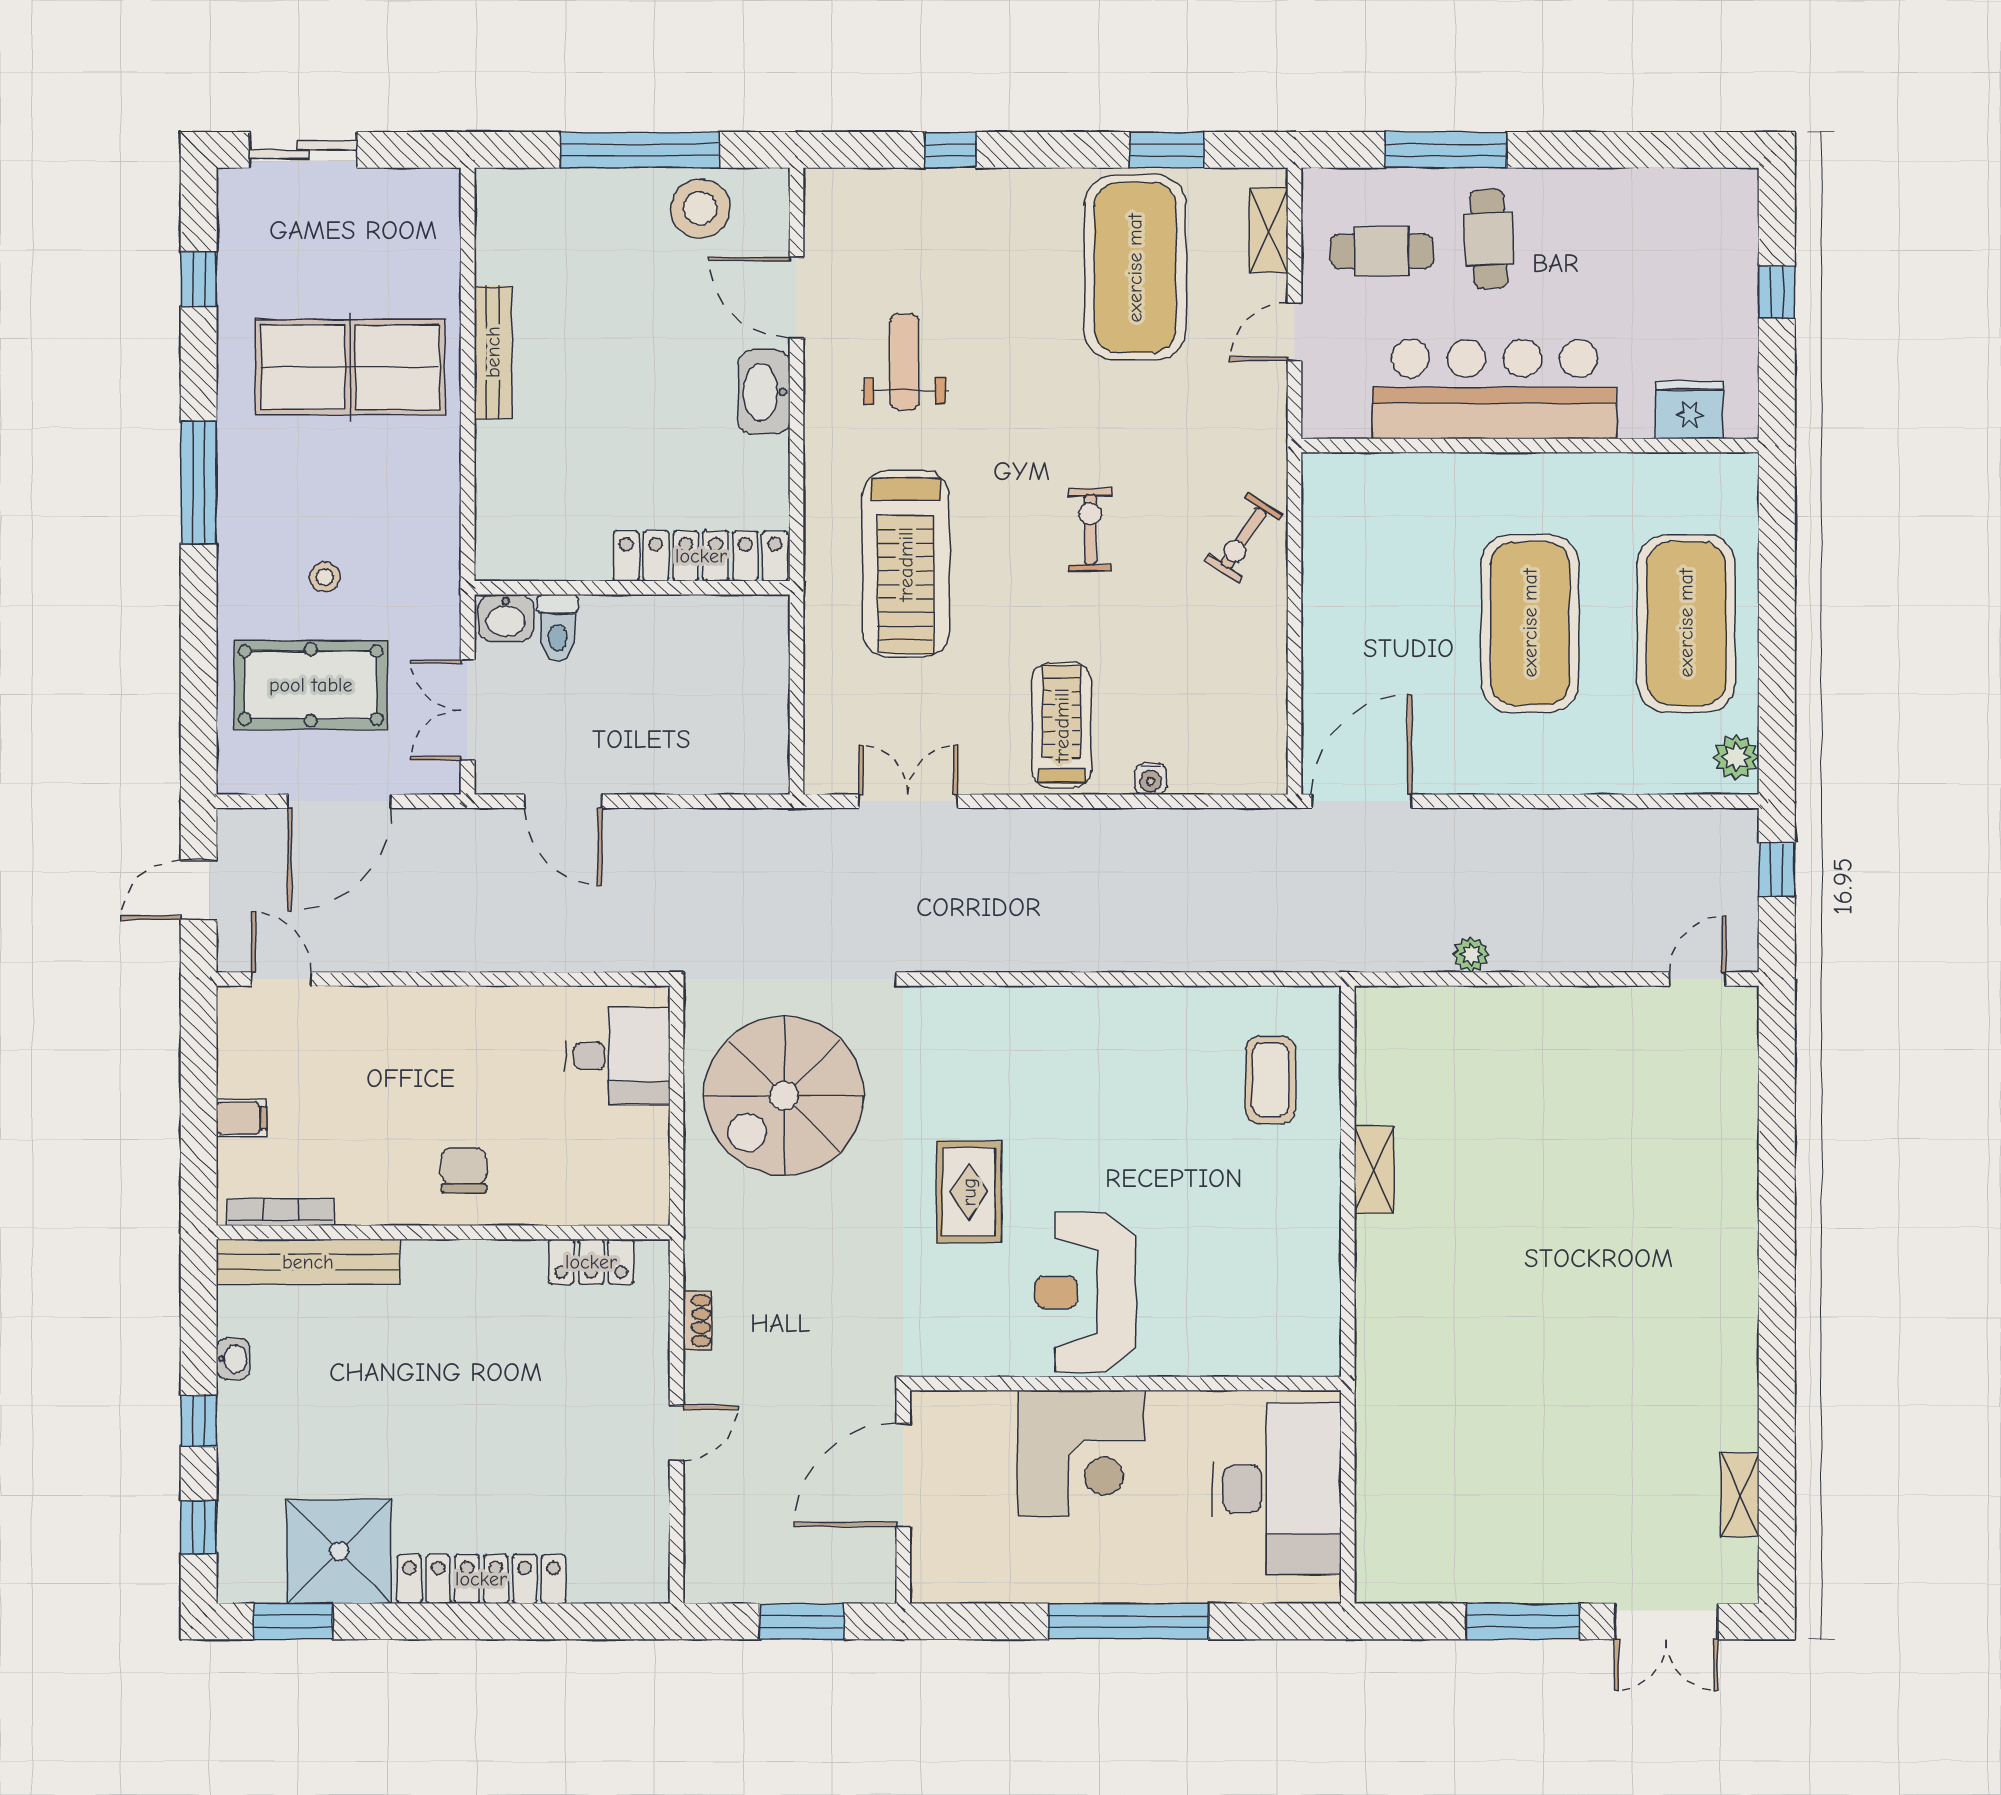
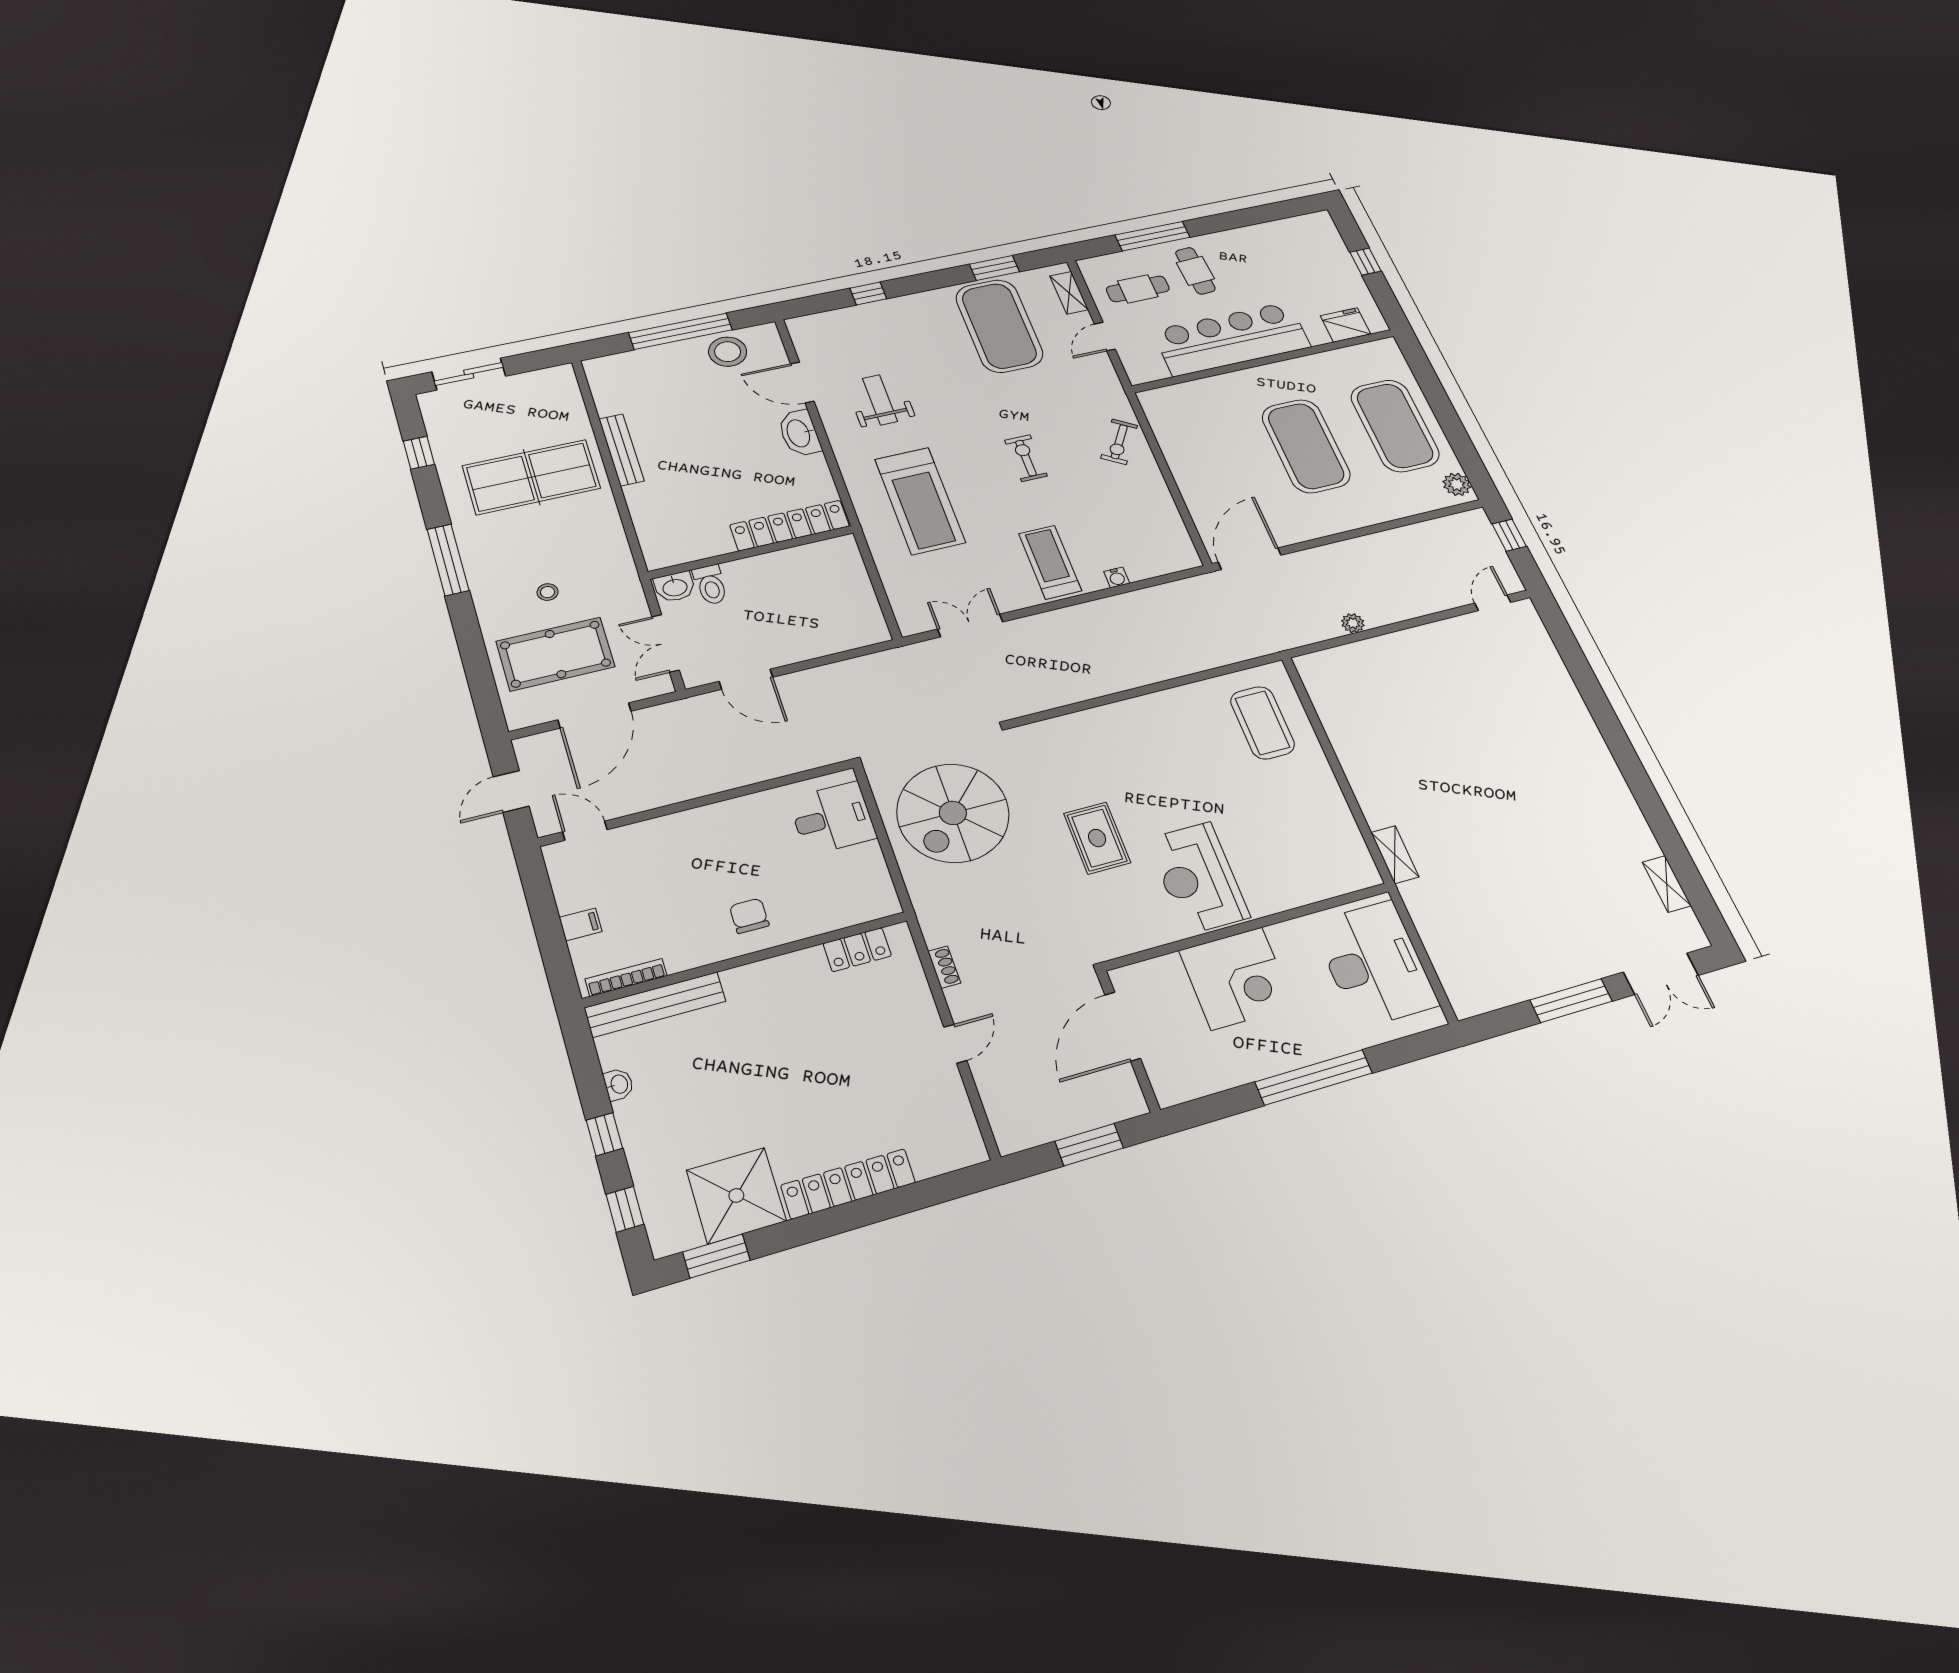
coffee table: (1271, 1080) -> (1262, 723), width x1.36, depth x1.32
shelving: (1374, 1169) -> (1395, 855), moved

